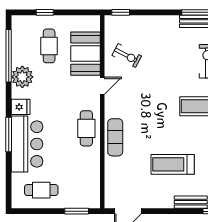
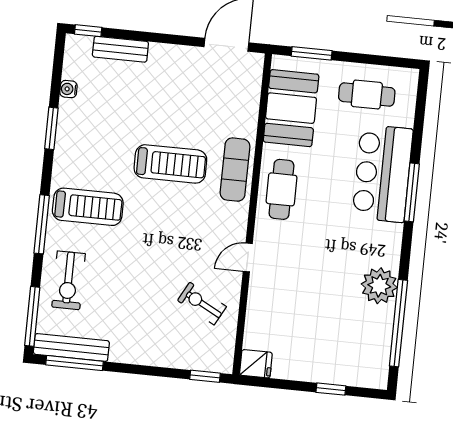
cafe table: (49, 46) -> (330, 333), removed
booth: (86, 54) -> (291, 108), moved
fridge: (21, 107) -> (256, 364), moved, turned 180
treadmill: (173, 164) -> (170, 164), moved

